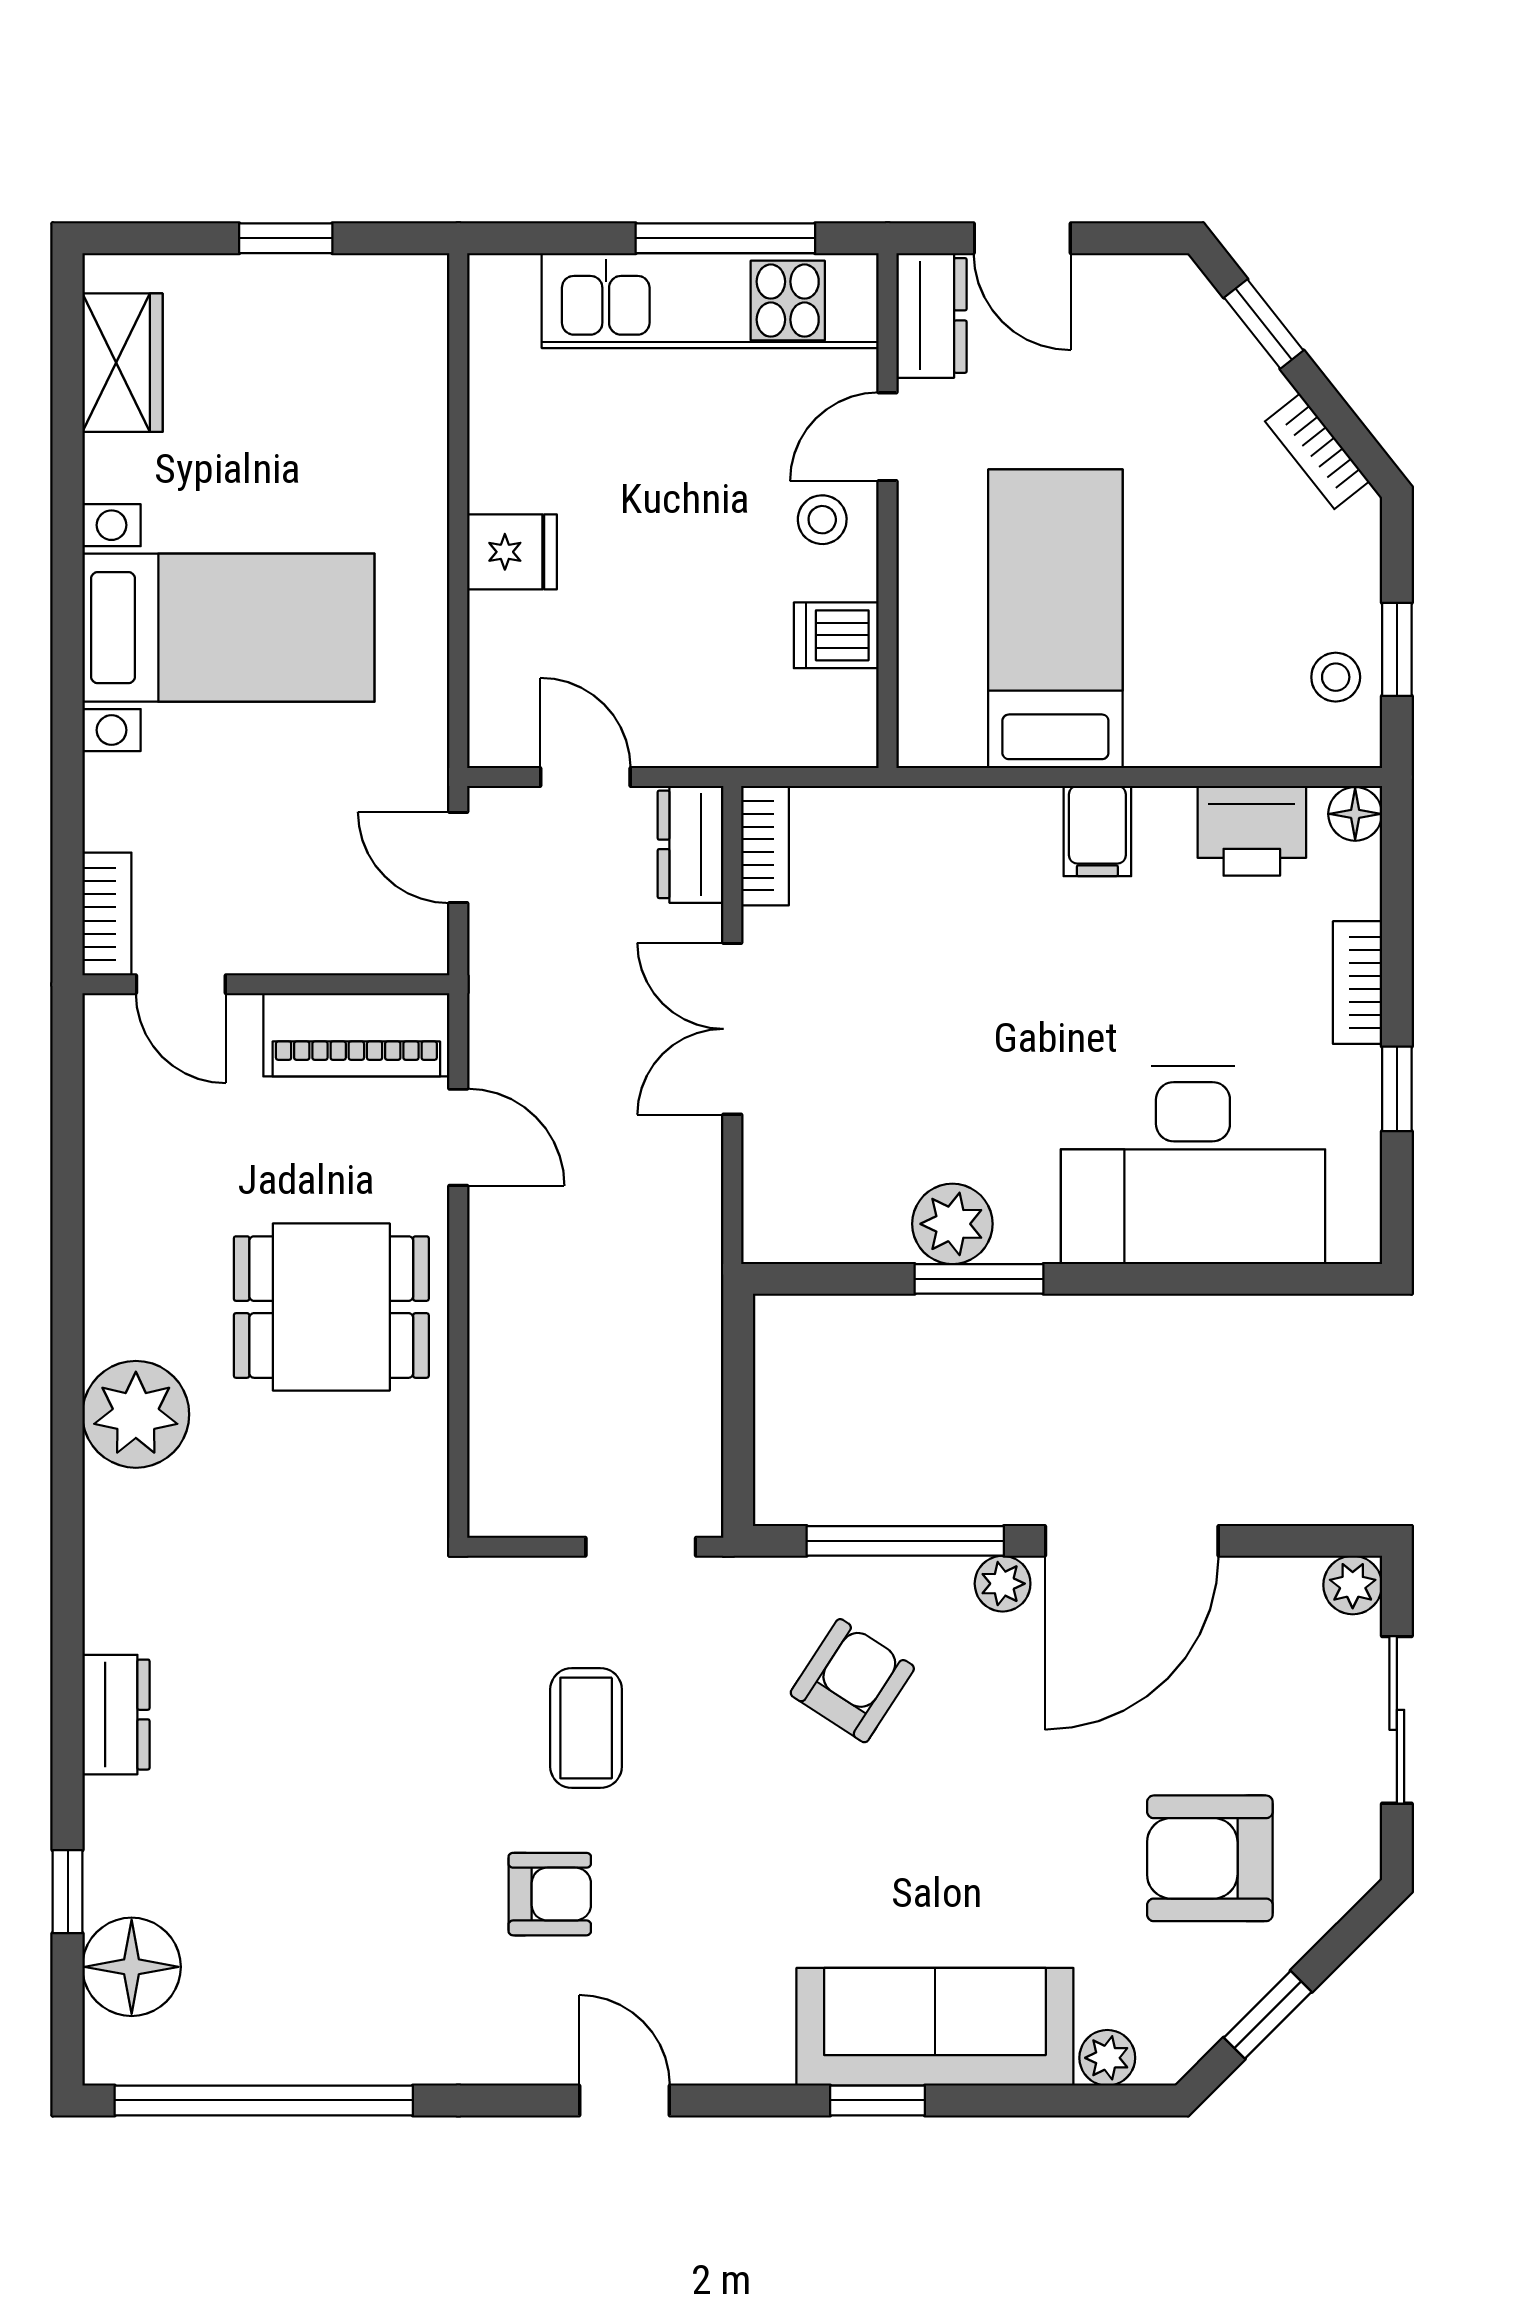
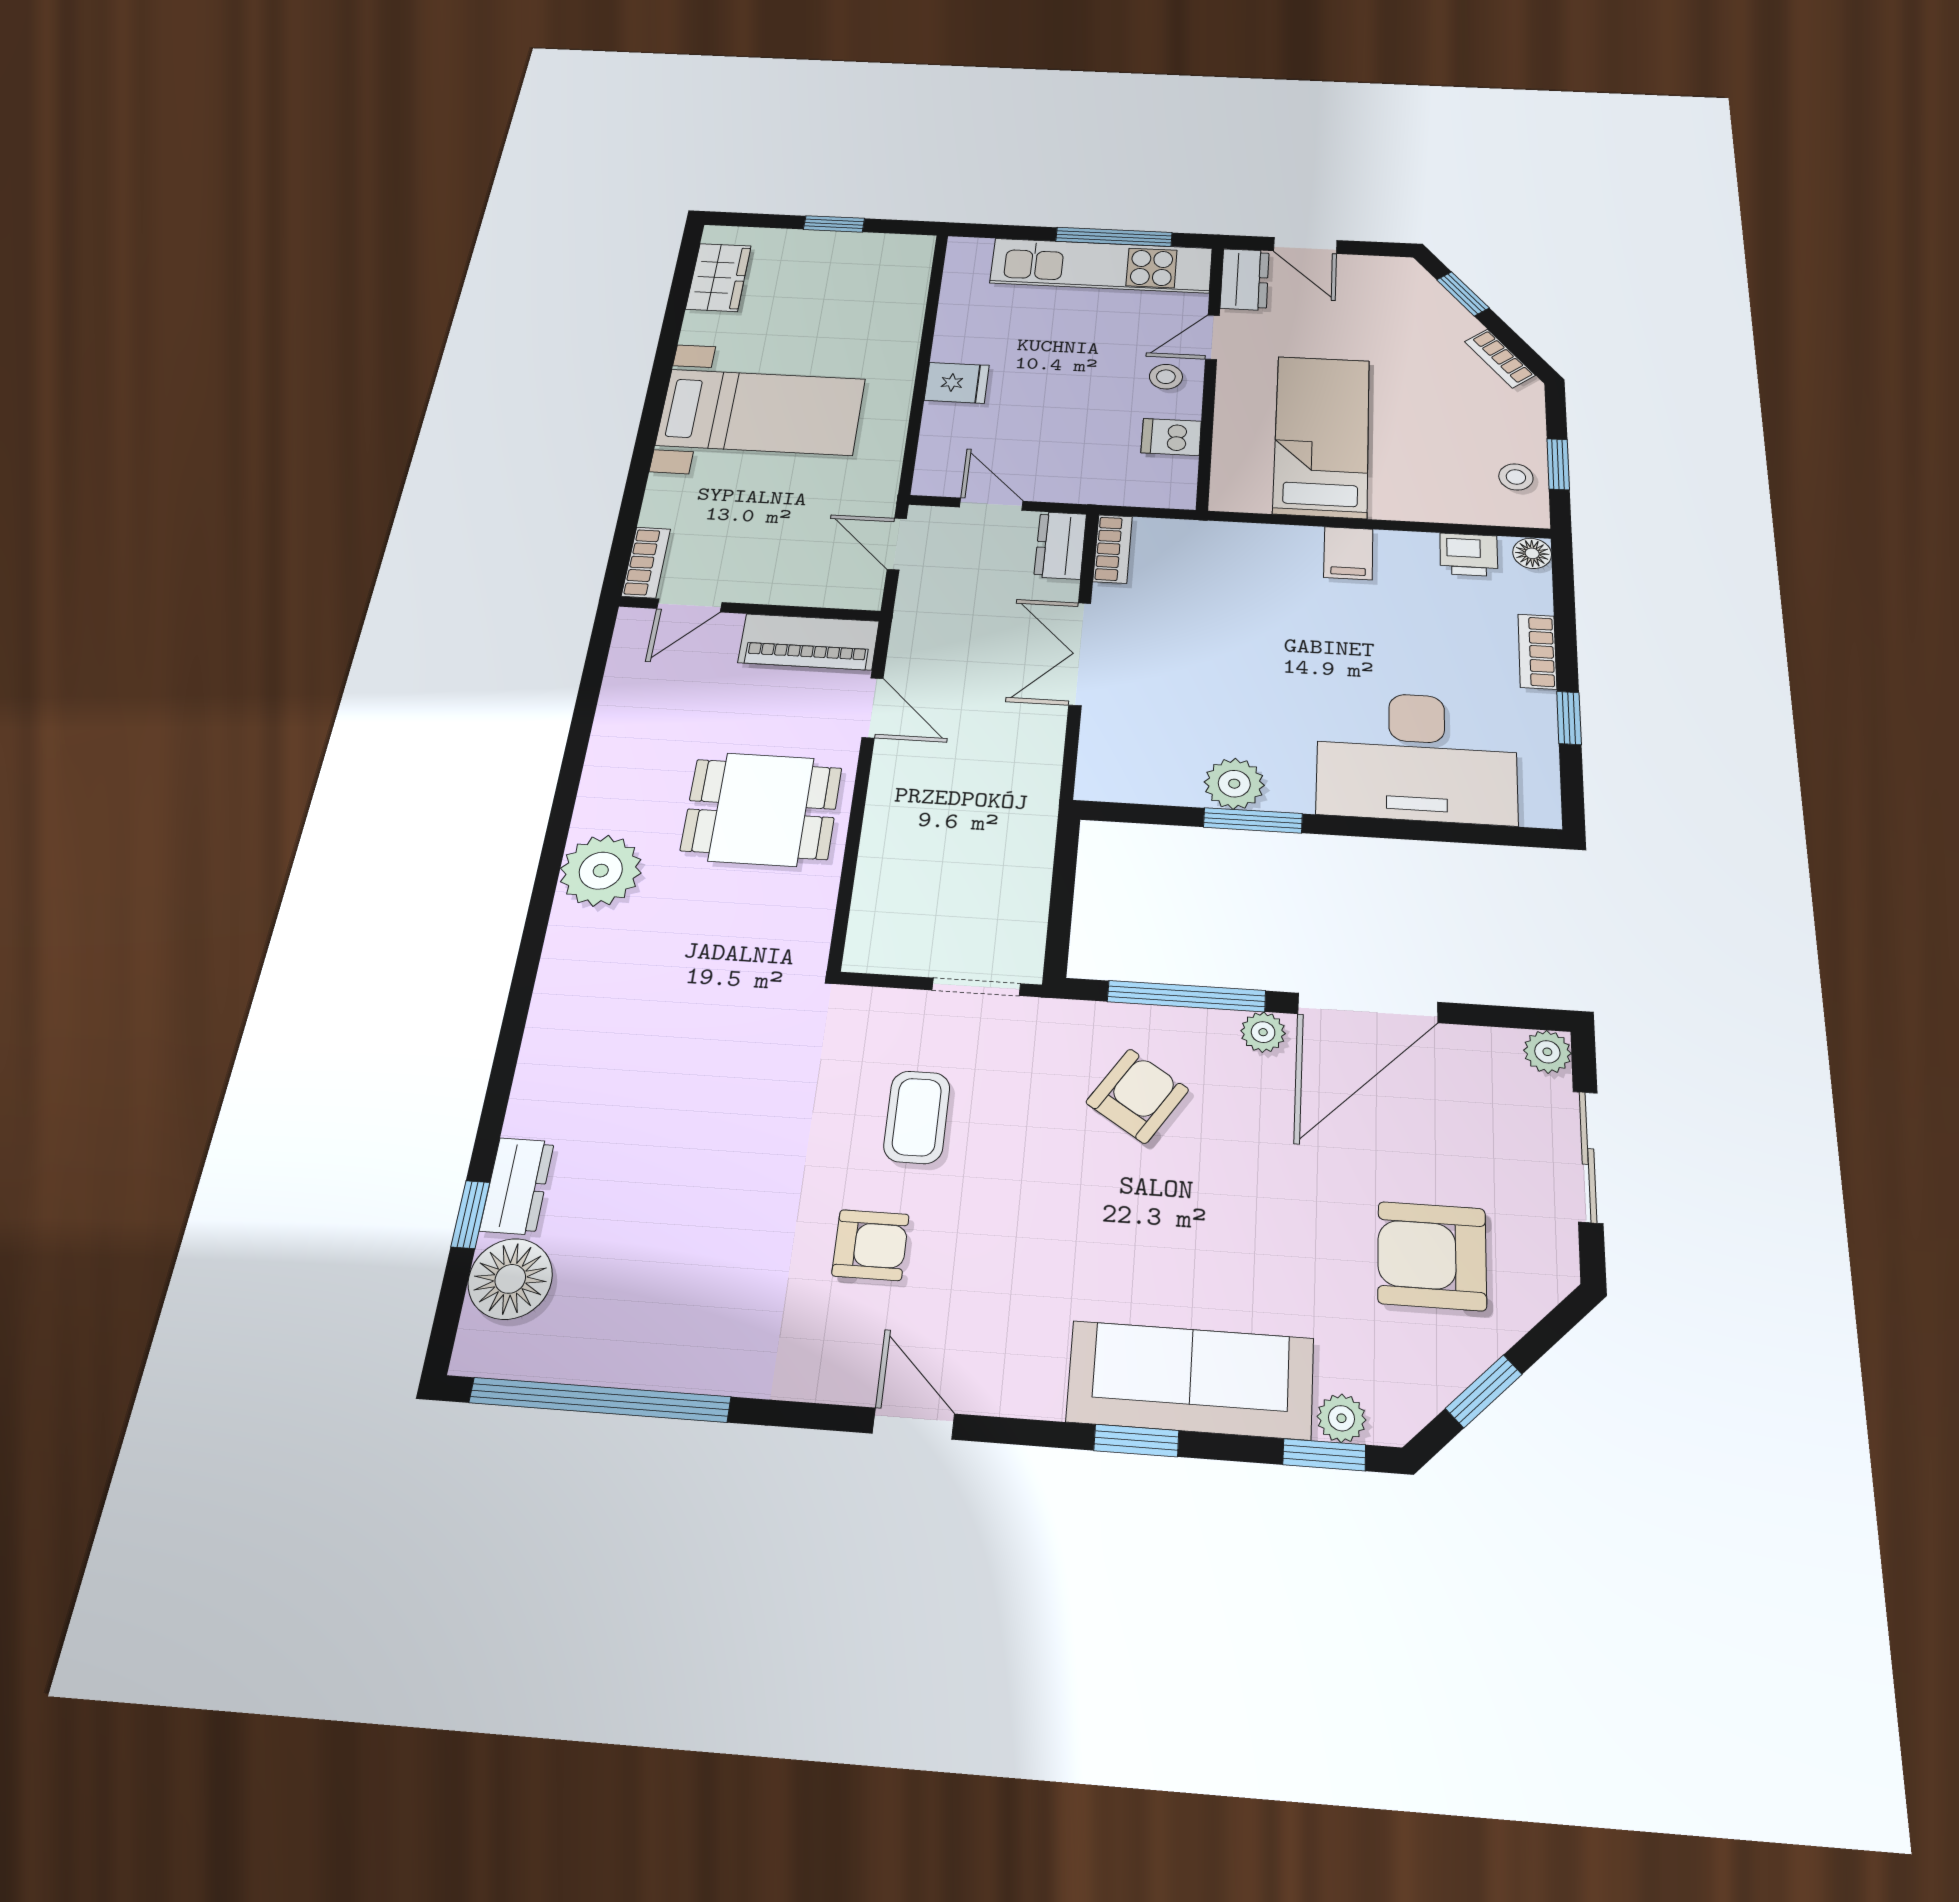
printer: (1252, 831) -> (1469, 555), width x0.73, depth x0.81
door: (181, 984) -> (689, 605), hinge flipped
dresser: (116, 1715) -> (517, 1186), moved
window: (1089, 2100) -> (1324, 1455), added

